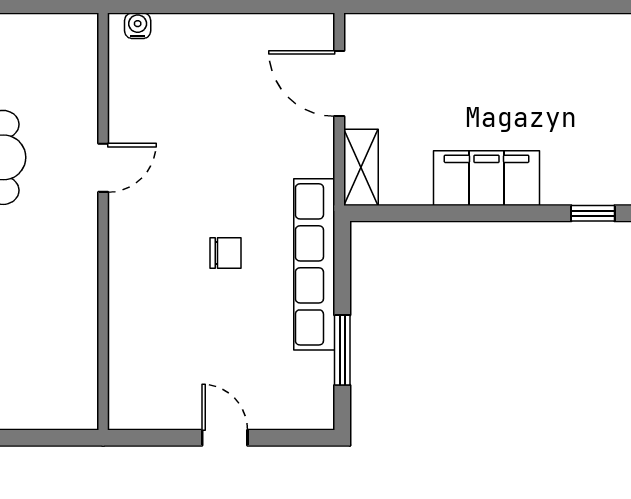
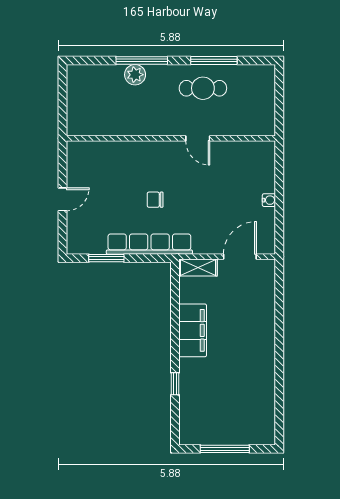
water cooler: (138, 26) -> (269, 200), moved
chair: (226, 253) -> (155, 200), turned 90

